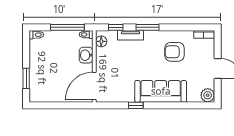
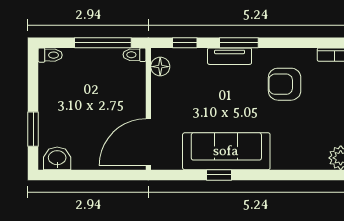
tv unit: (131, 35) -> (230, 56), moved
washbasin: (86, 55) -> (57, 158), moved, turned 90
sofa: (161, 91) -> (226, 151), moved

